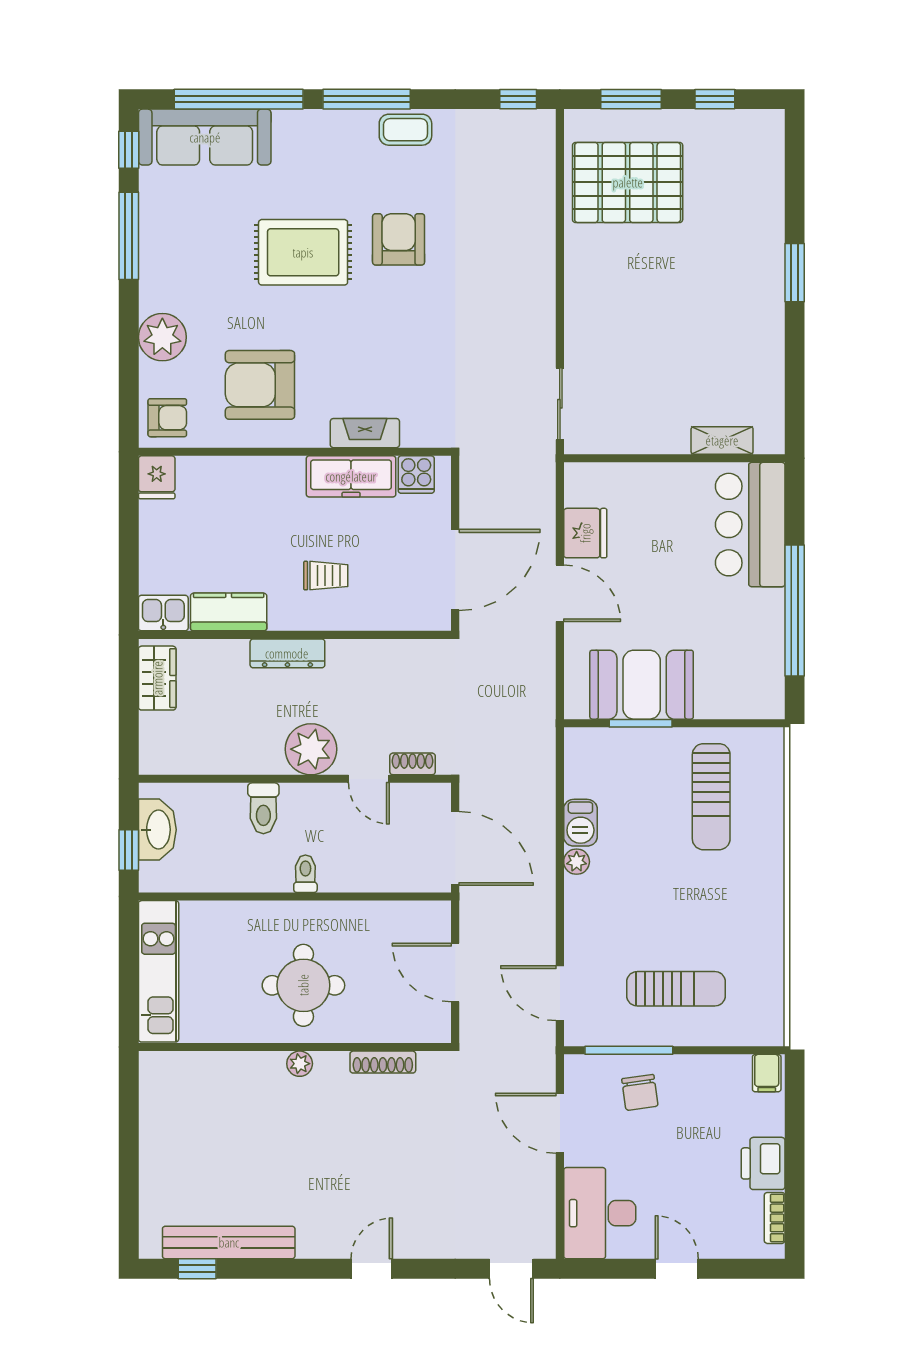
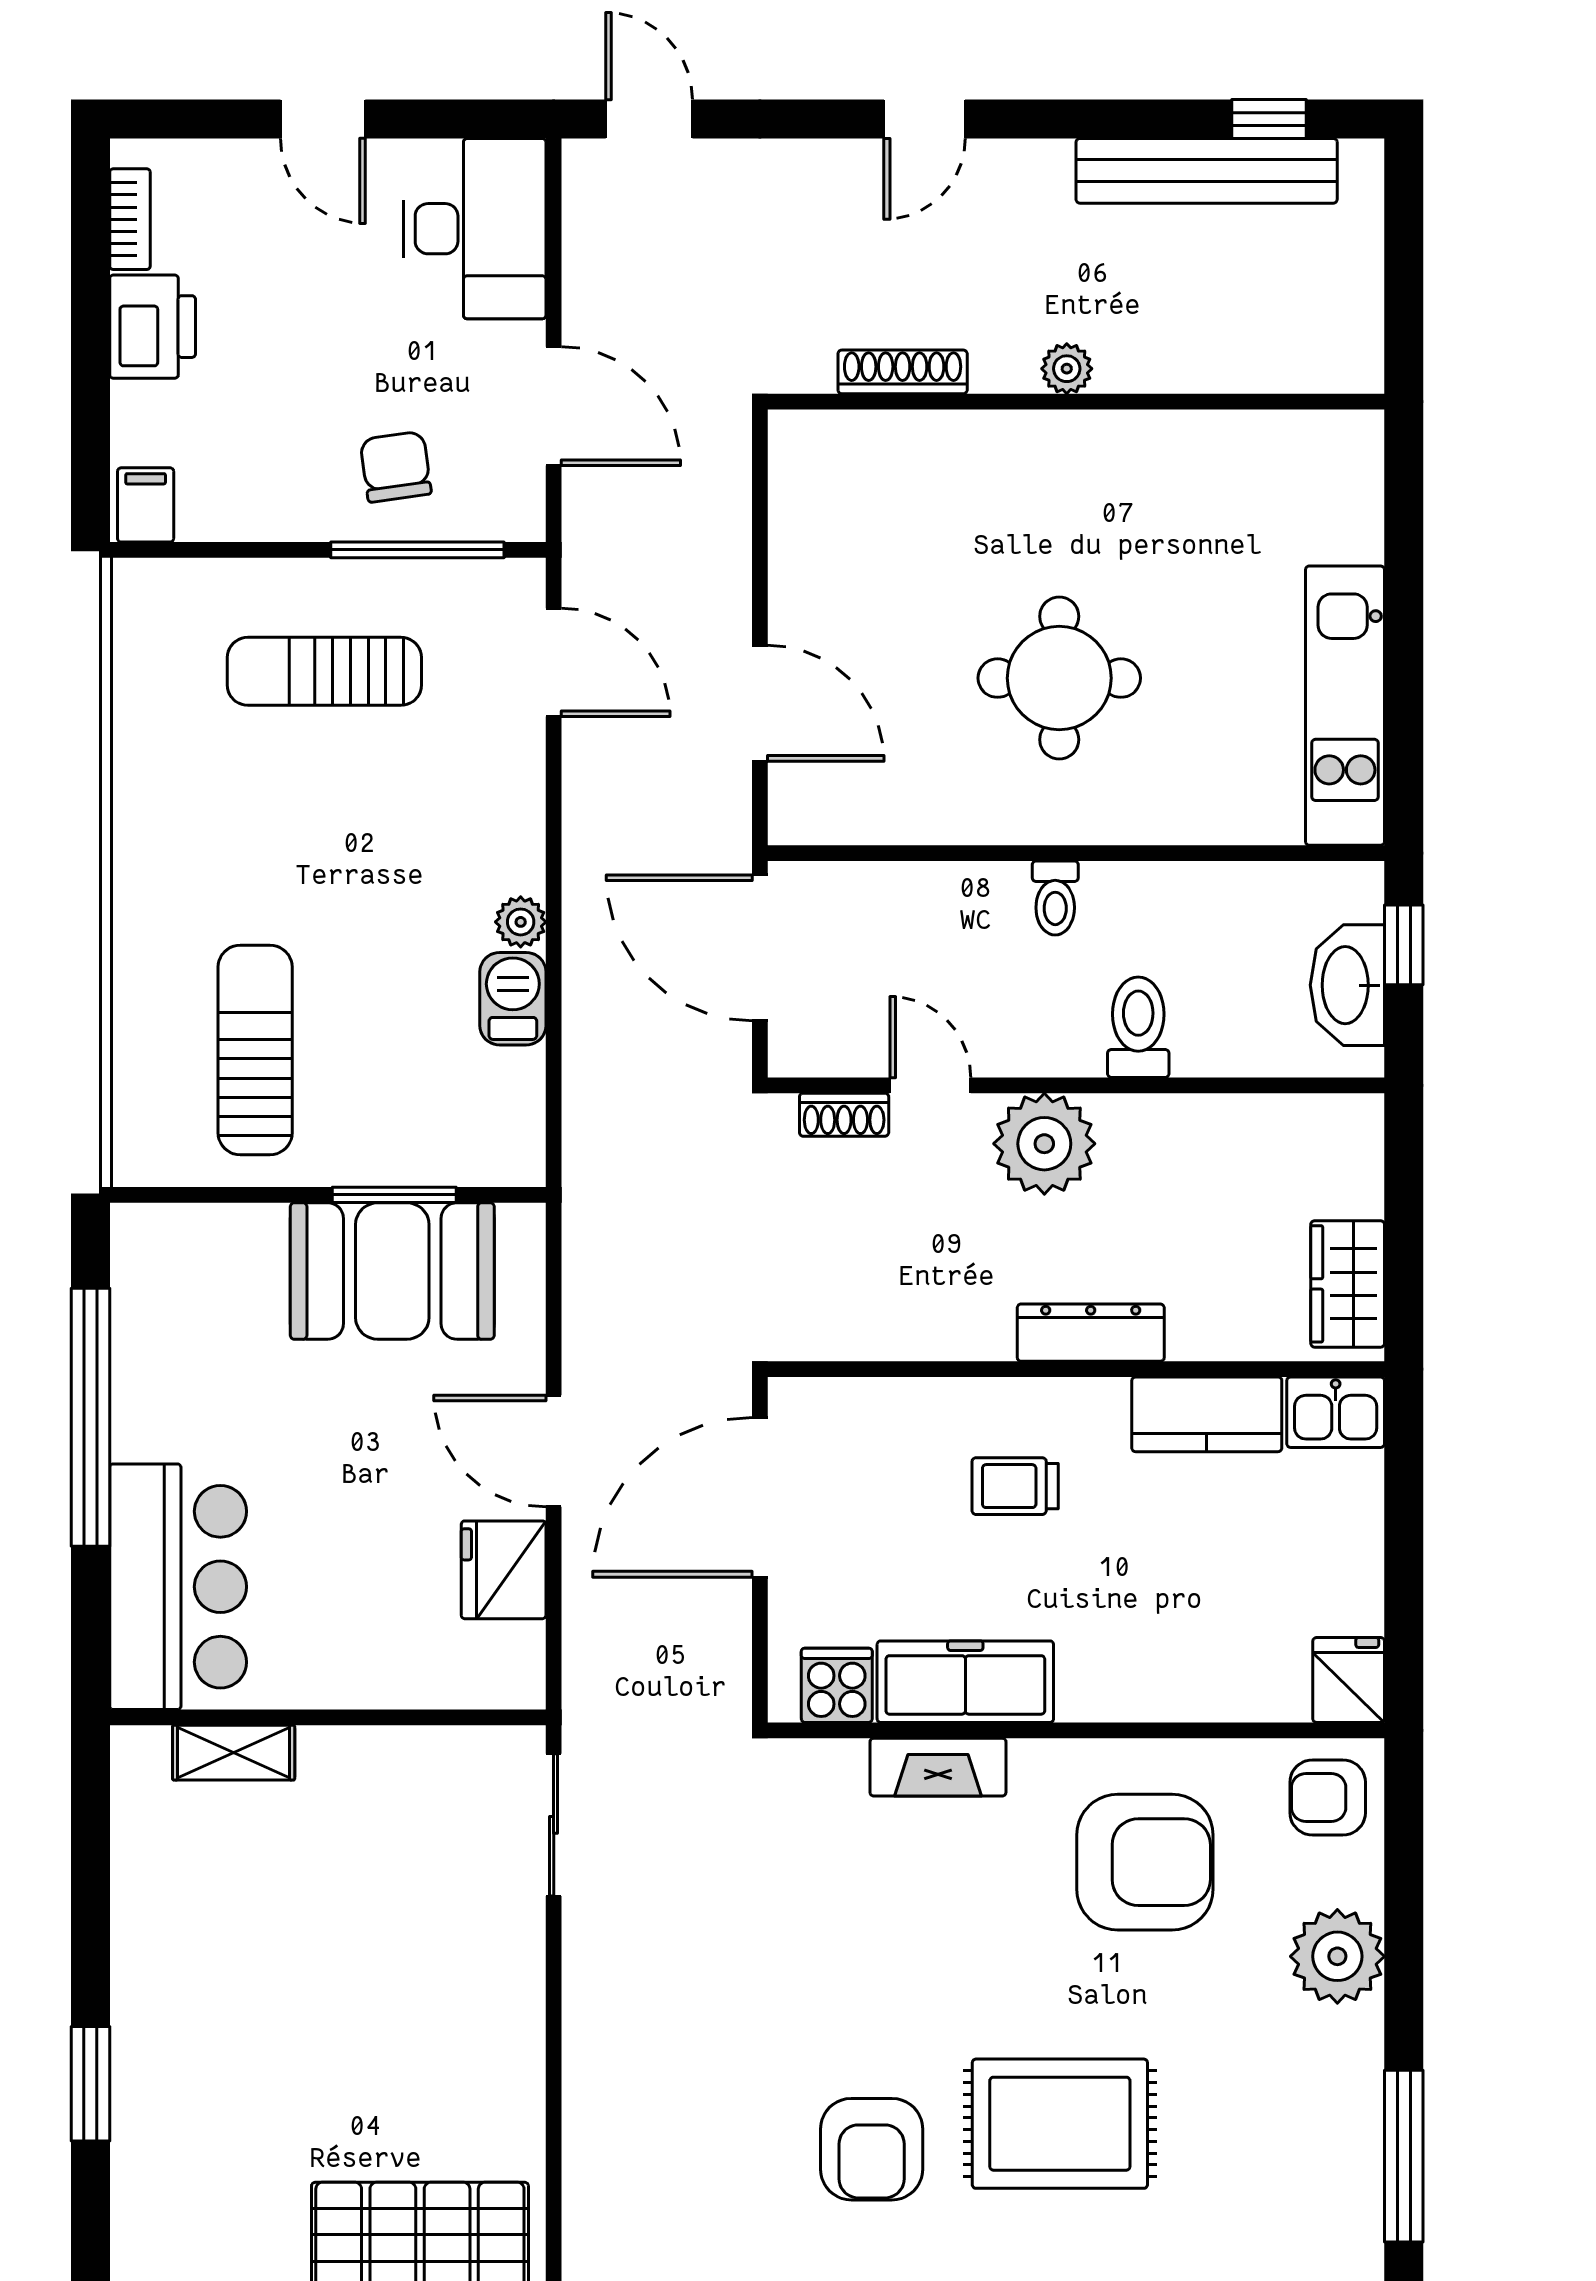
wall: (295, 1047) -> (1076, 402), moved
shoe rack: (383, 1062) -> (903, 372), moved
plant: (300, 1064) -> (1067, 369), moved

